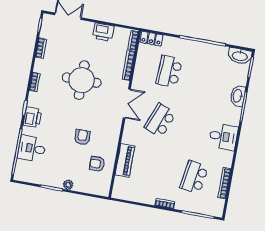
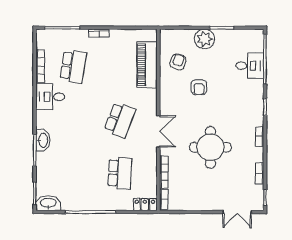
printer: (103, 32) -> (197, 202), removed
washbasin: (238, 96) -> (43, 140), moved
double door: (127, 103) -> (158, 131), swing flipped
printer: (32, 117) -> (255, 99), removed
desk: (223, 137) -> (50, 97), moved
piano: (125, 160) -> (147, 65), width x1.37, depth x1.33
armchair: (97, 164) -> (178, 62), turned -71
plant: (68, 185) -> (205, 39), width x1.87, depth x1.87

